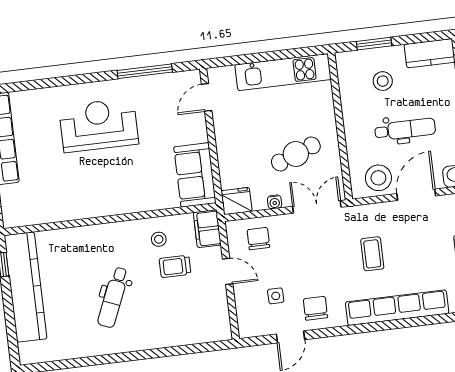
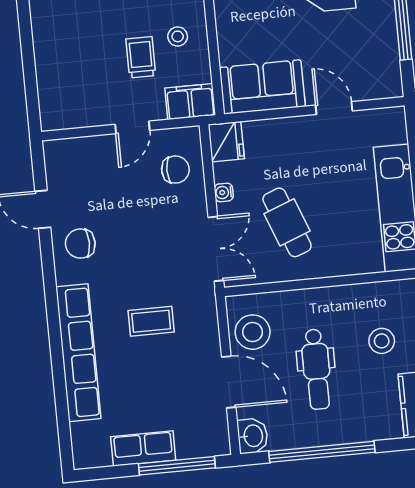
door: (207, 97) -> (334, 108), moved
side table: (276, 296) -> (98, 191), removed
chair: (315, 308) -> (80, 244), turned 180

